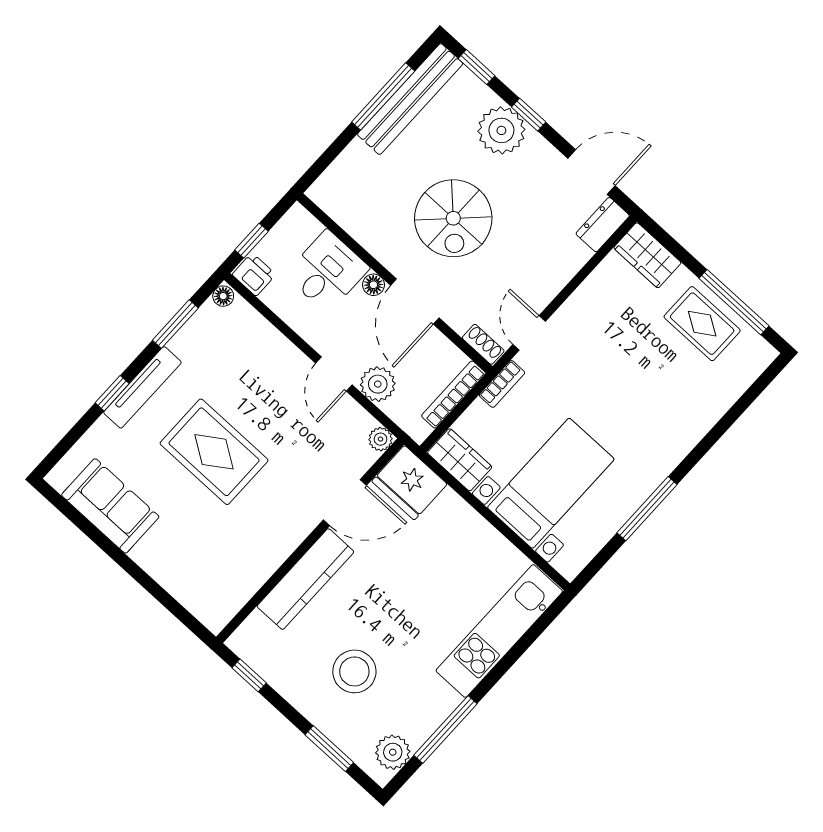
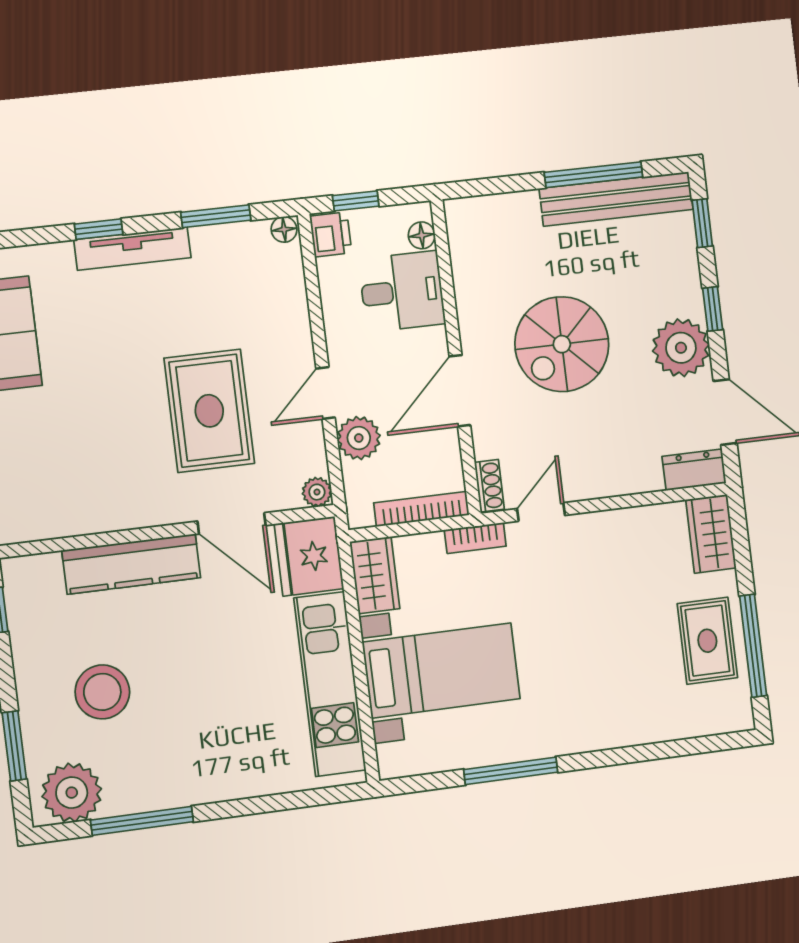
plant: (501, 130) -> (681, 348), moved
floor lamp: (373, 285) -> (422, 235), moved
rug: (214, 452) -> (209, 411), moved
kitchen unit: (499, 631) -> (330, 684), moved, turned -90
plant: (393, 752) -> (72, 793), width x1.36, depth x1.36

